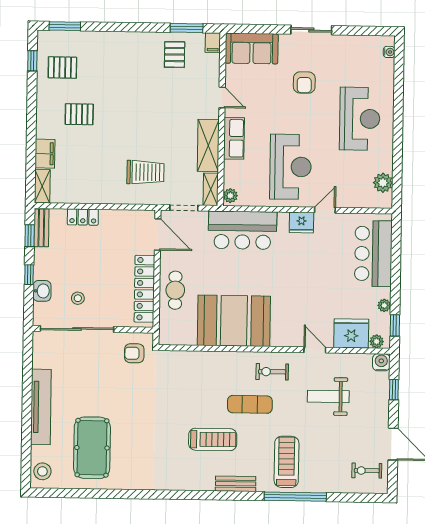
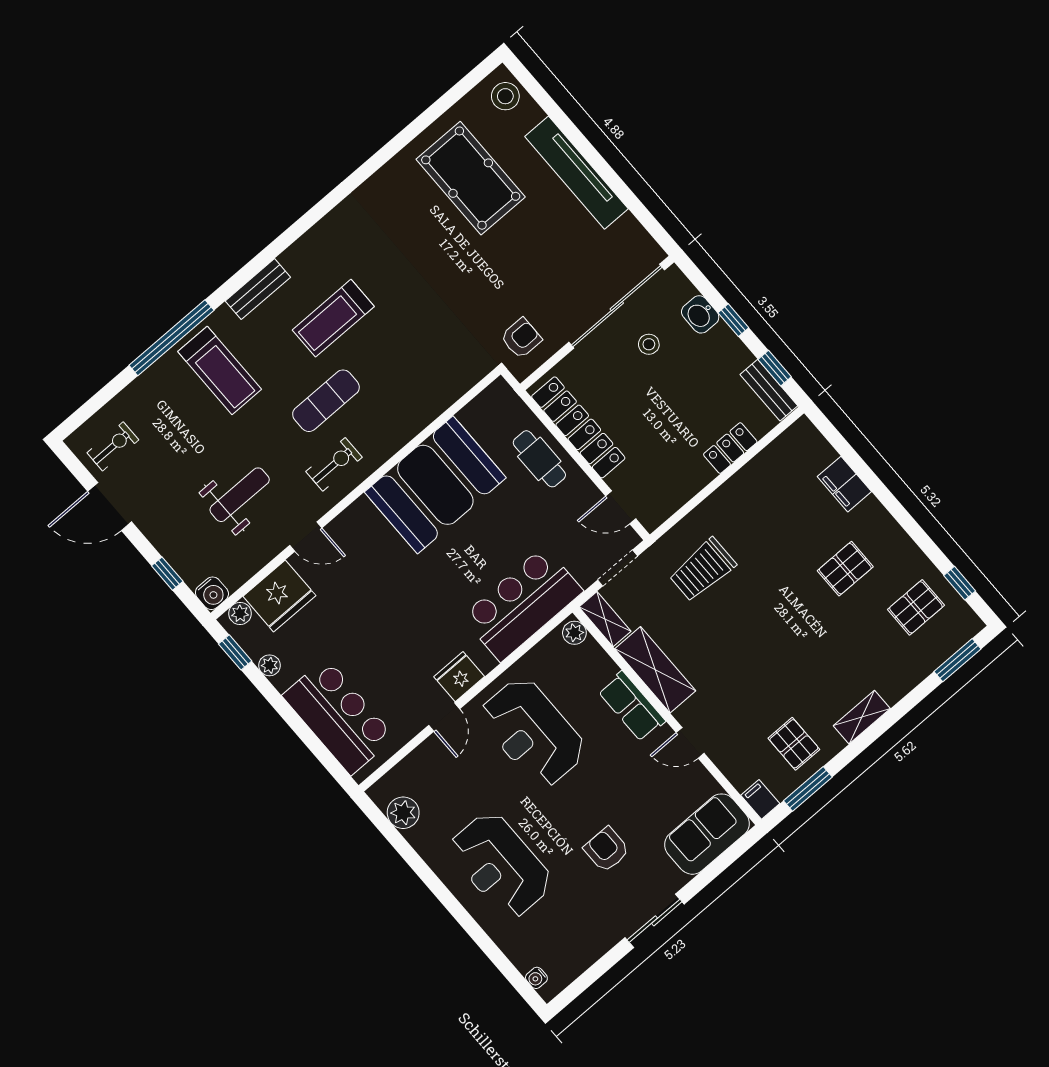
shelving: (42, 186) -> (862, 717), moved, turned 90
door: (158, 234) -> (621, 507), width x0.73

